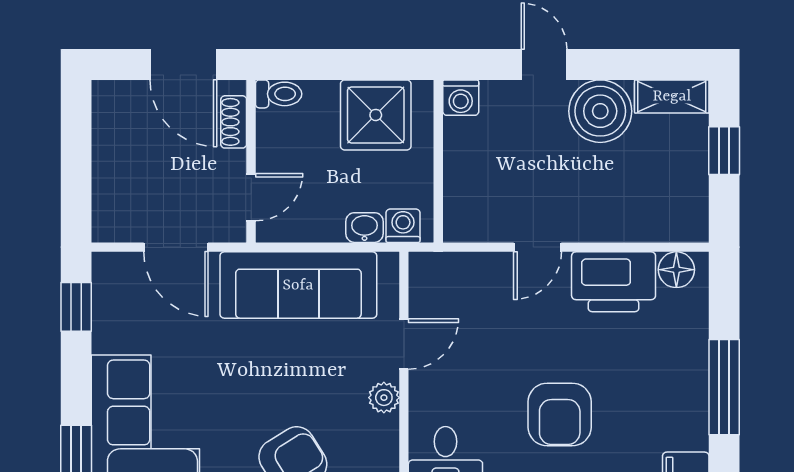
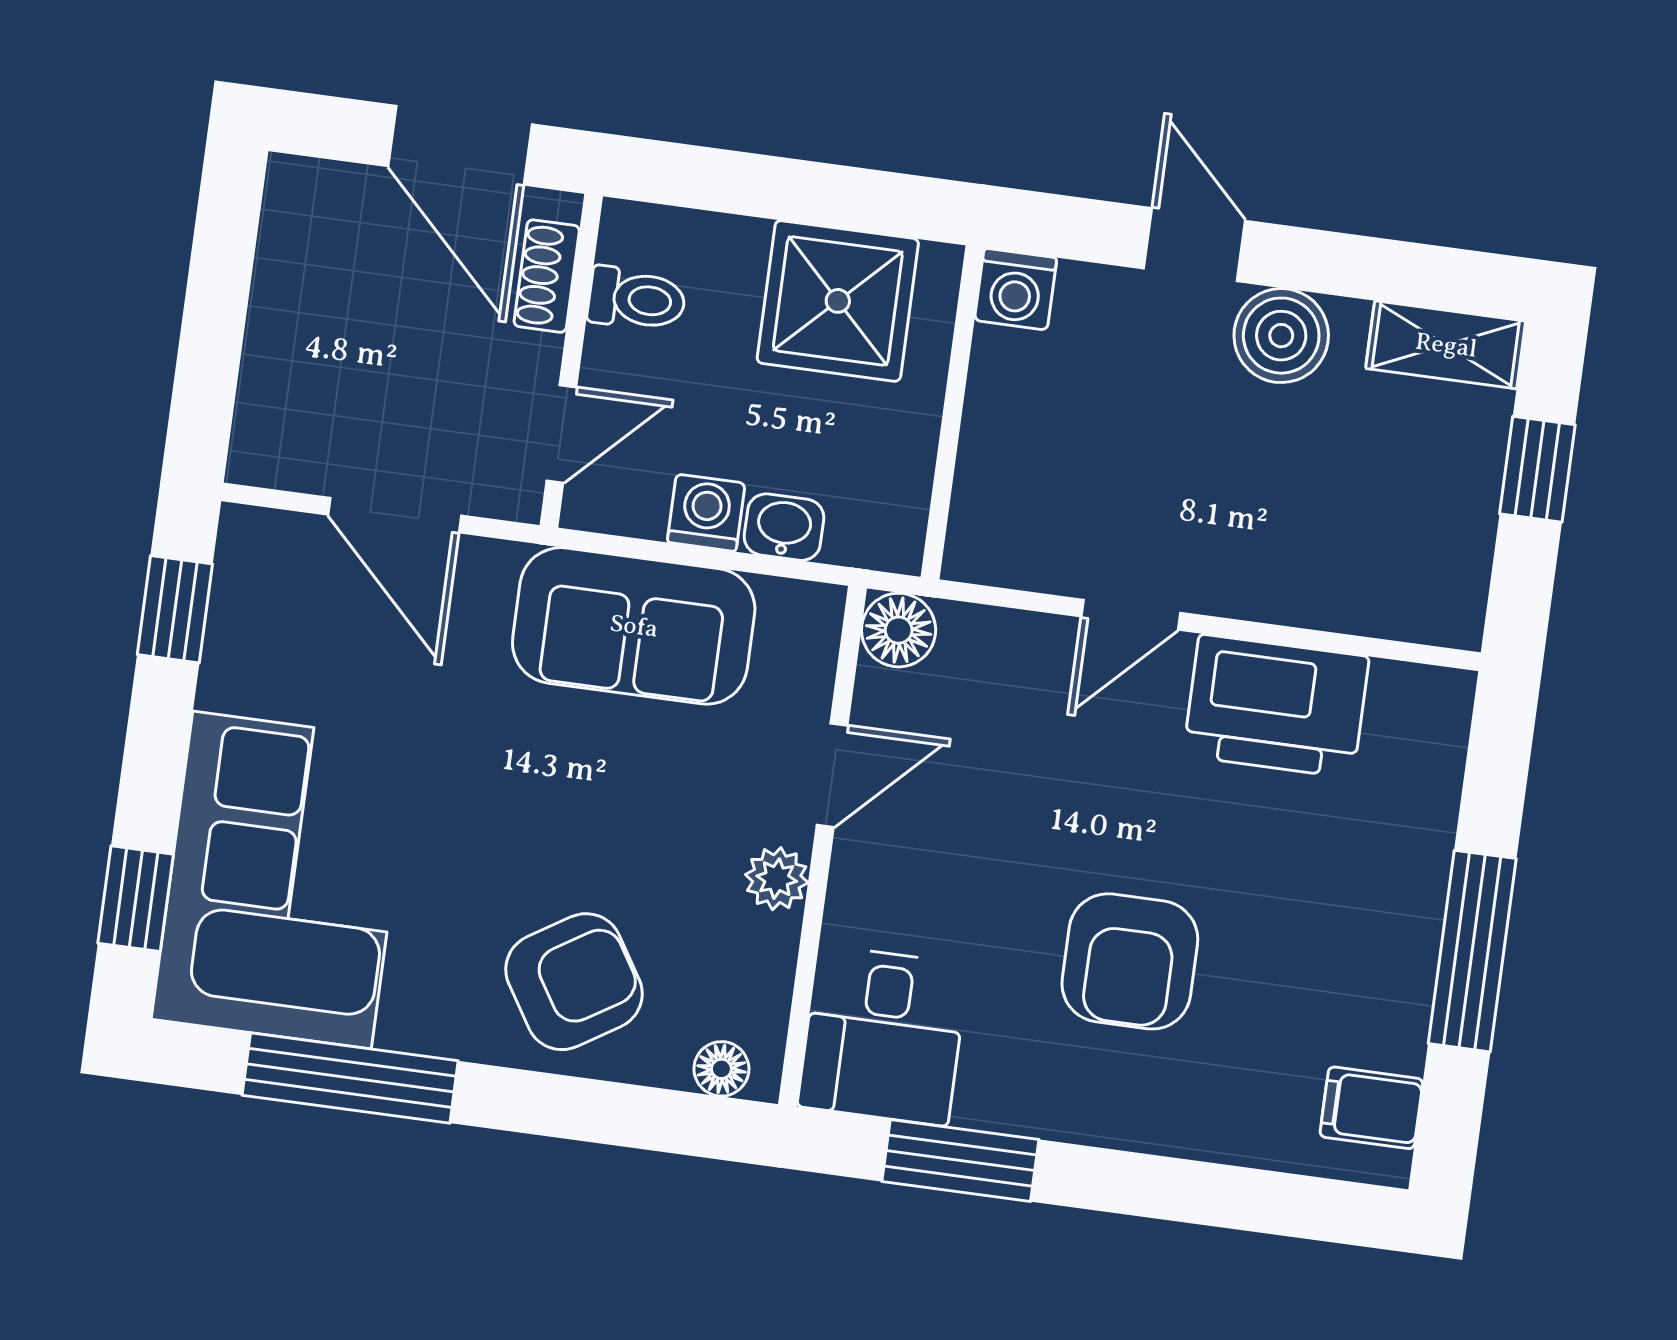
toilet: (279, 94) -> (637, 299), moved
boiler: (600, 111) -> (1281, 336), width x0.73, depth x0.73
washing machine: (403, 226) -> (706, 513), moved
floor lamp: (676, 270) -> (899, 630), moved
sofa: (298, 285) -> (634, 626), width x0.73

